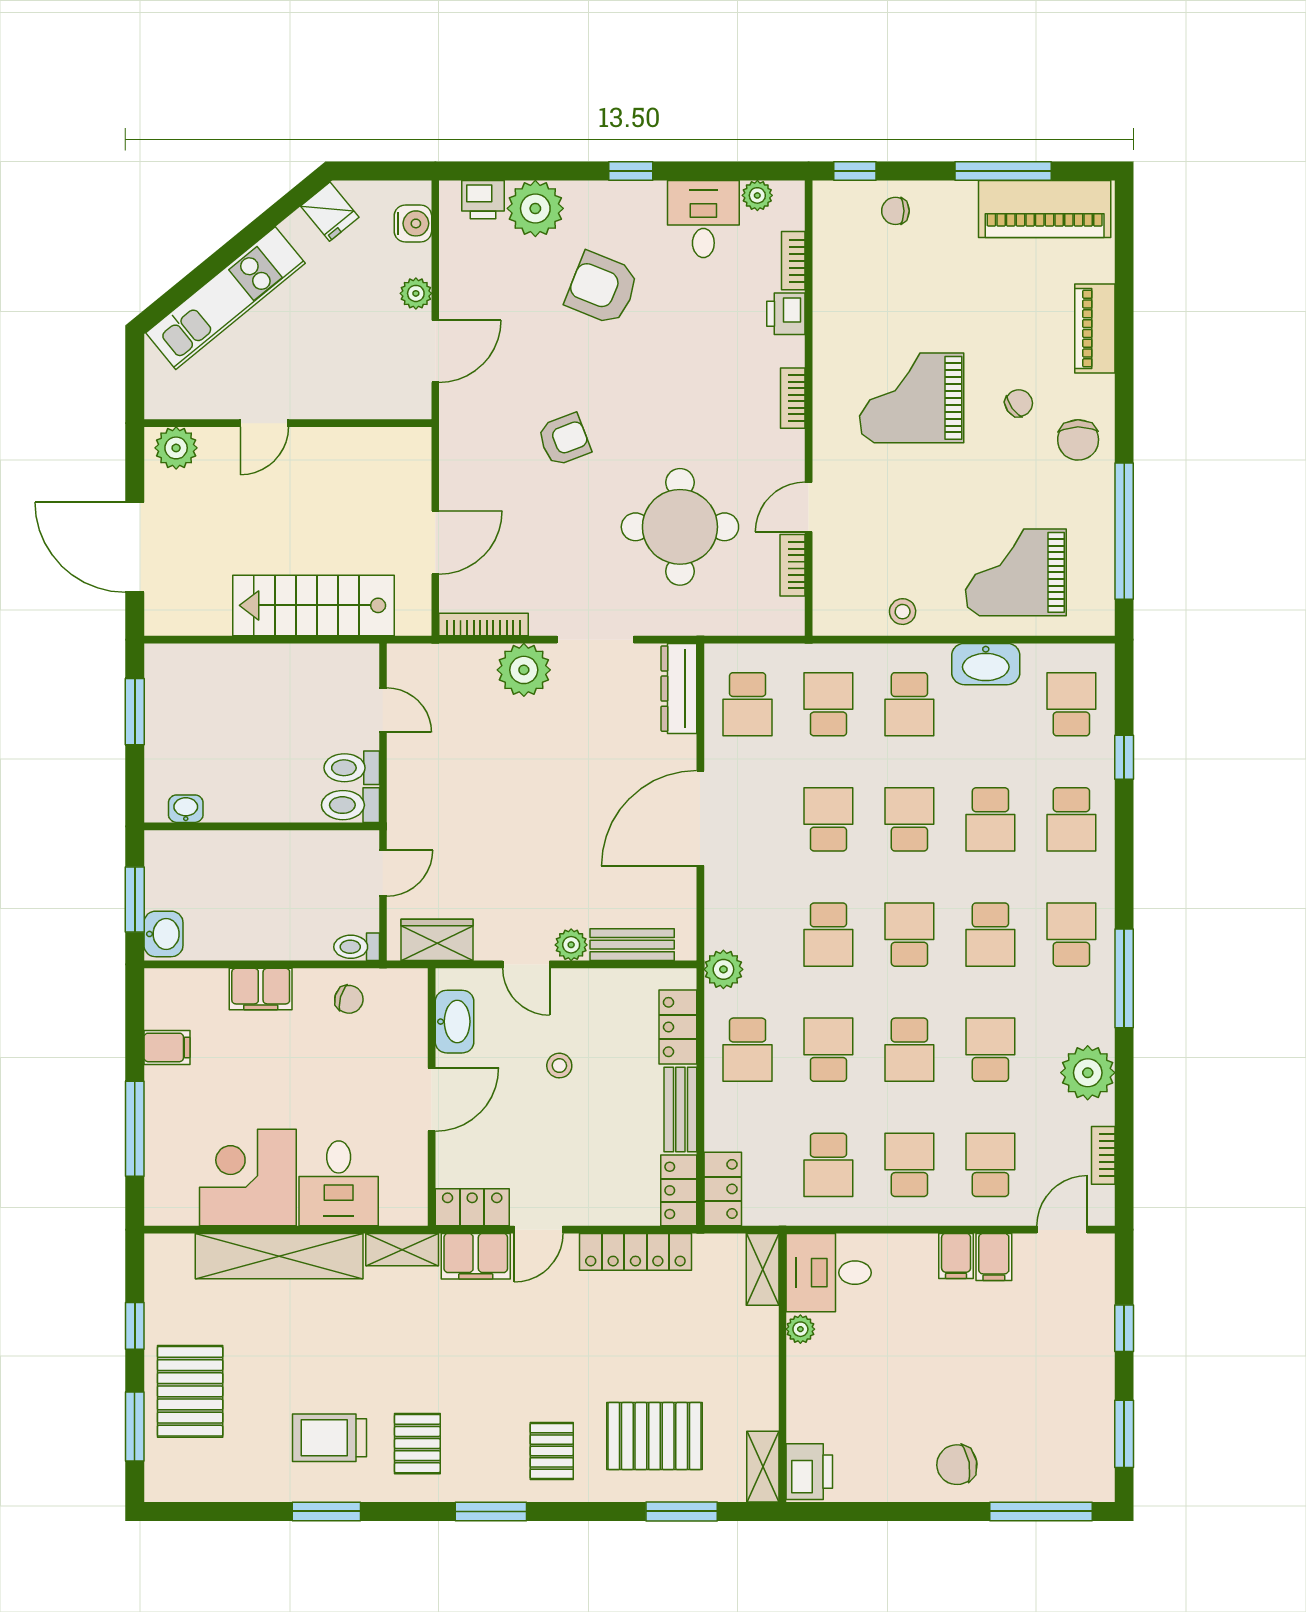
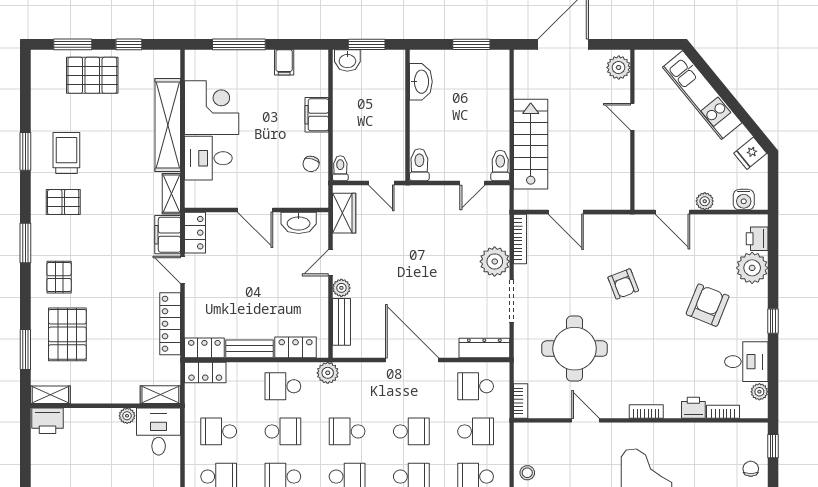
bookcase: (793, 565) -> (521, 401), moved, turned 90
toilet: (352, 768) -> (500, 165), moved
washbasin: (186, 809) -> (421, 82), width x1.91, depth x1.45
stool: (559, 1066) -> (274, 281), removed
pallet: (552, 1451) -> (59, 277), turned 90

